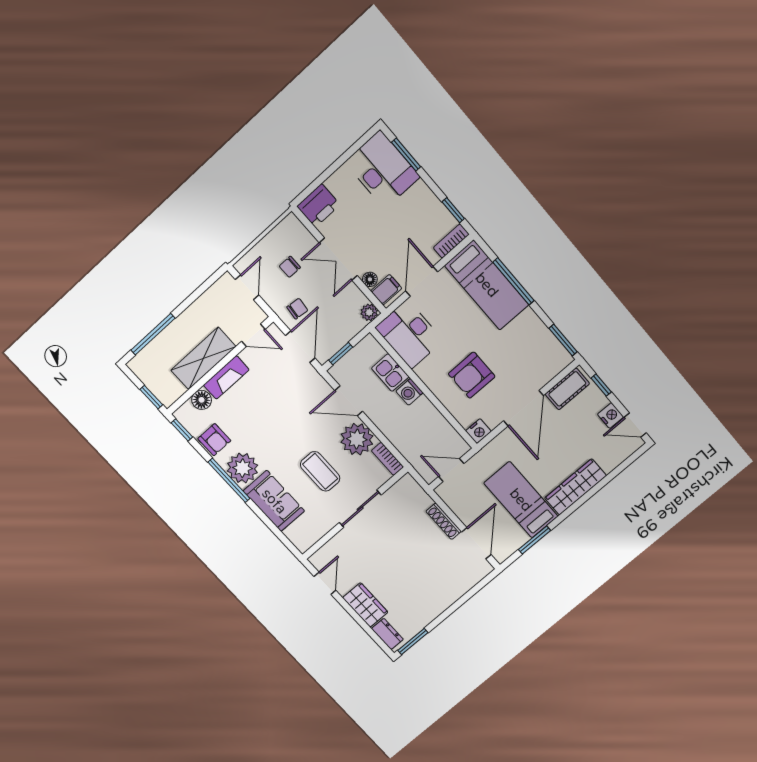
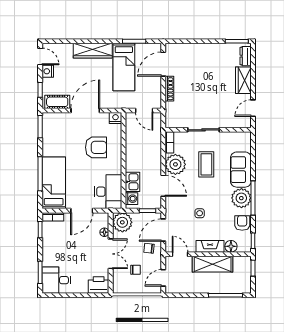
desk: (382, 170) -> (56, 280), width x0.73
filing cabinet: (386, 290) -> (101, 221), removed
plant: (369, 312) -> (122, 222), width x1.88, depth x1.88
washing machine: (409, 392) -> (131, 199), moved
side table: (275, 406) -> (200, 213), added

